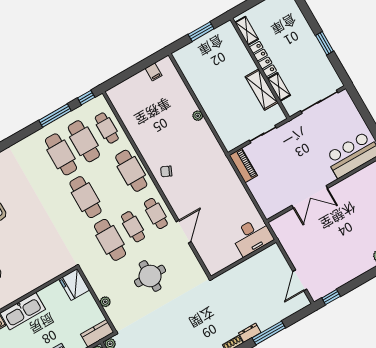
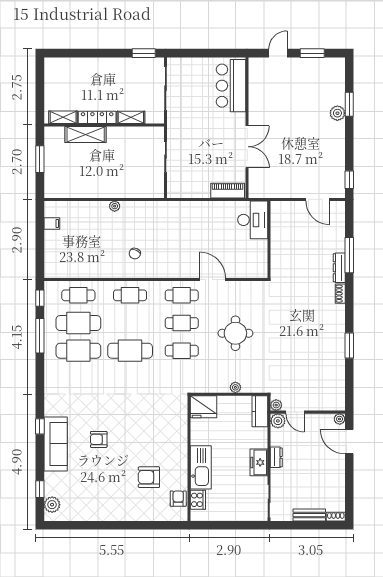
window: (324, 43) -> (144, 53), moved
shelving: (262, 90) -> (86, 134), moved
piano: (243, 165) -> (228, 191), moved
cafe table: (131, 171) -> (130, 295), width x0.73, depth x0.74
chair: (166, 171) -> (135, 254), moved
cafe table: (110, 240) -> (182, 351), width x0.73, depth x0.74
dresser: (250, 333) -> (339, 268), width x1.44

